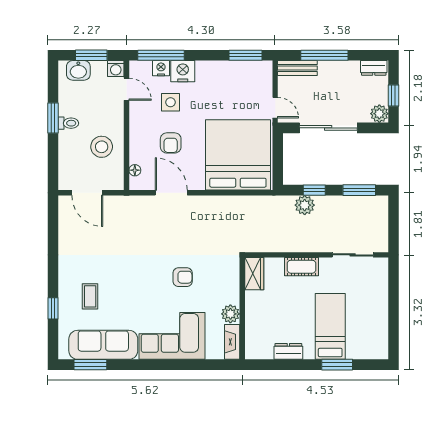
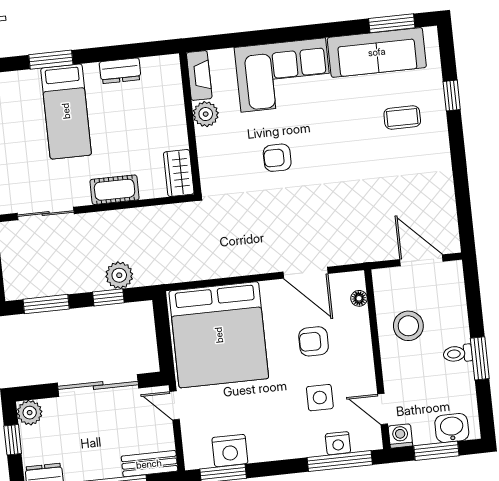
nightstand: (183, 71) -> (230, 451), moved
armchair: (171, 143) -> (314, 341), turned -90
coffee table: (90, 296) -> (402, 117), turned 90

